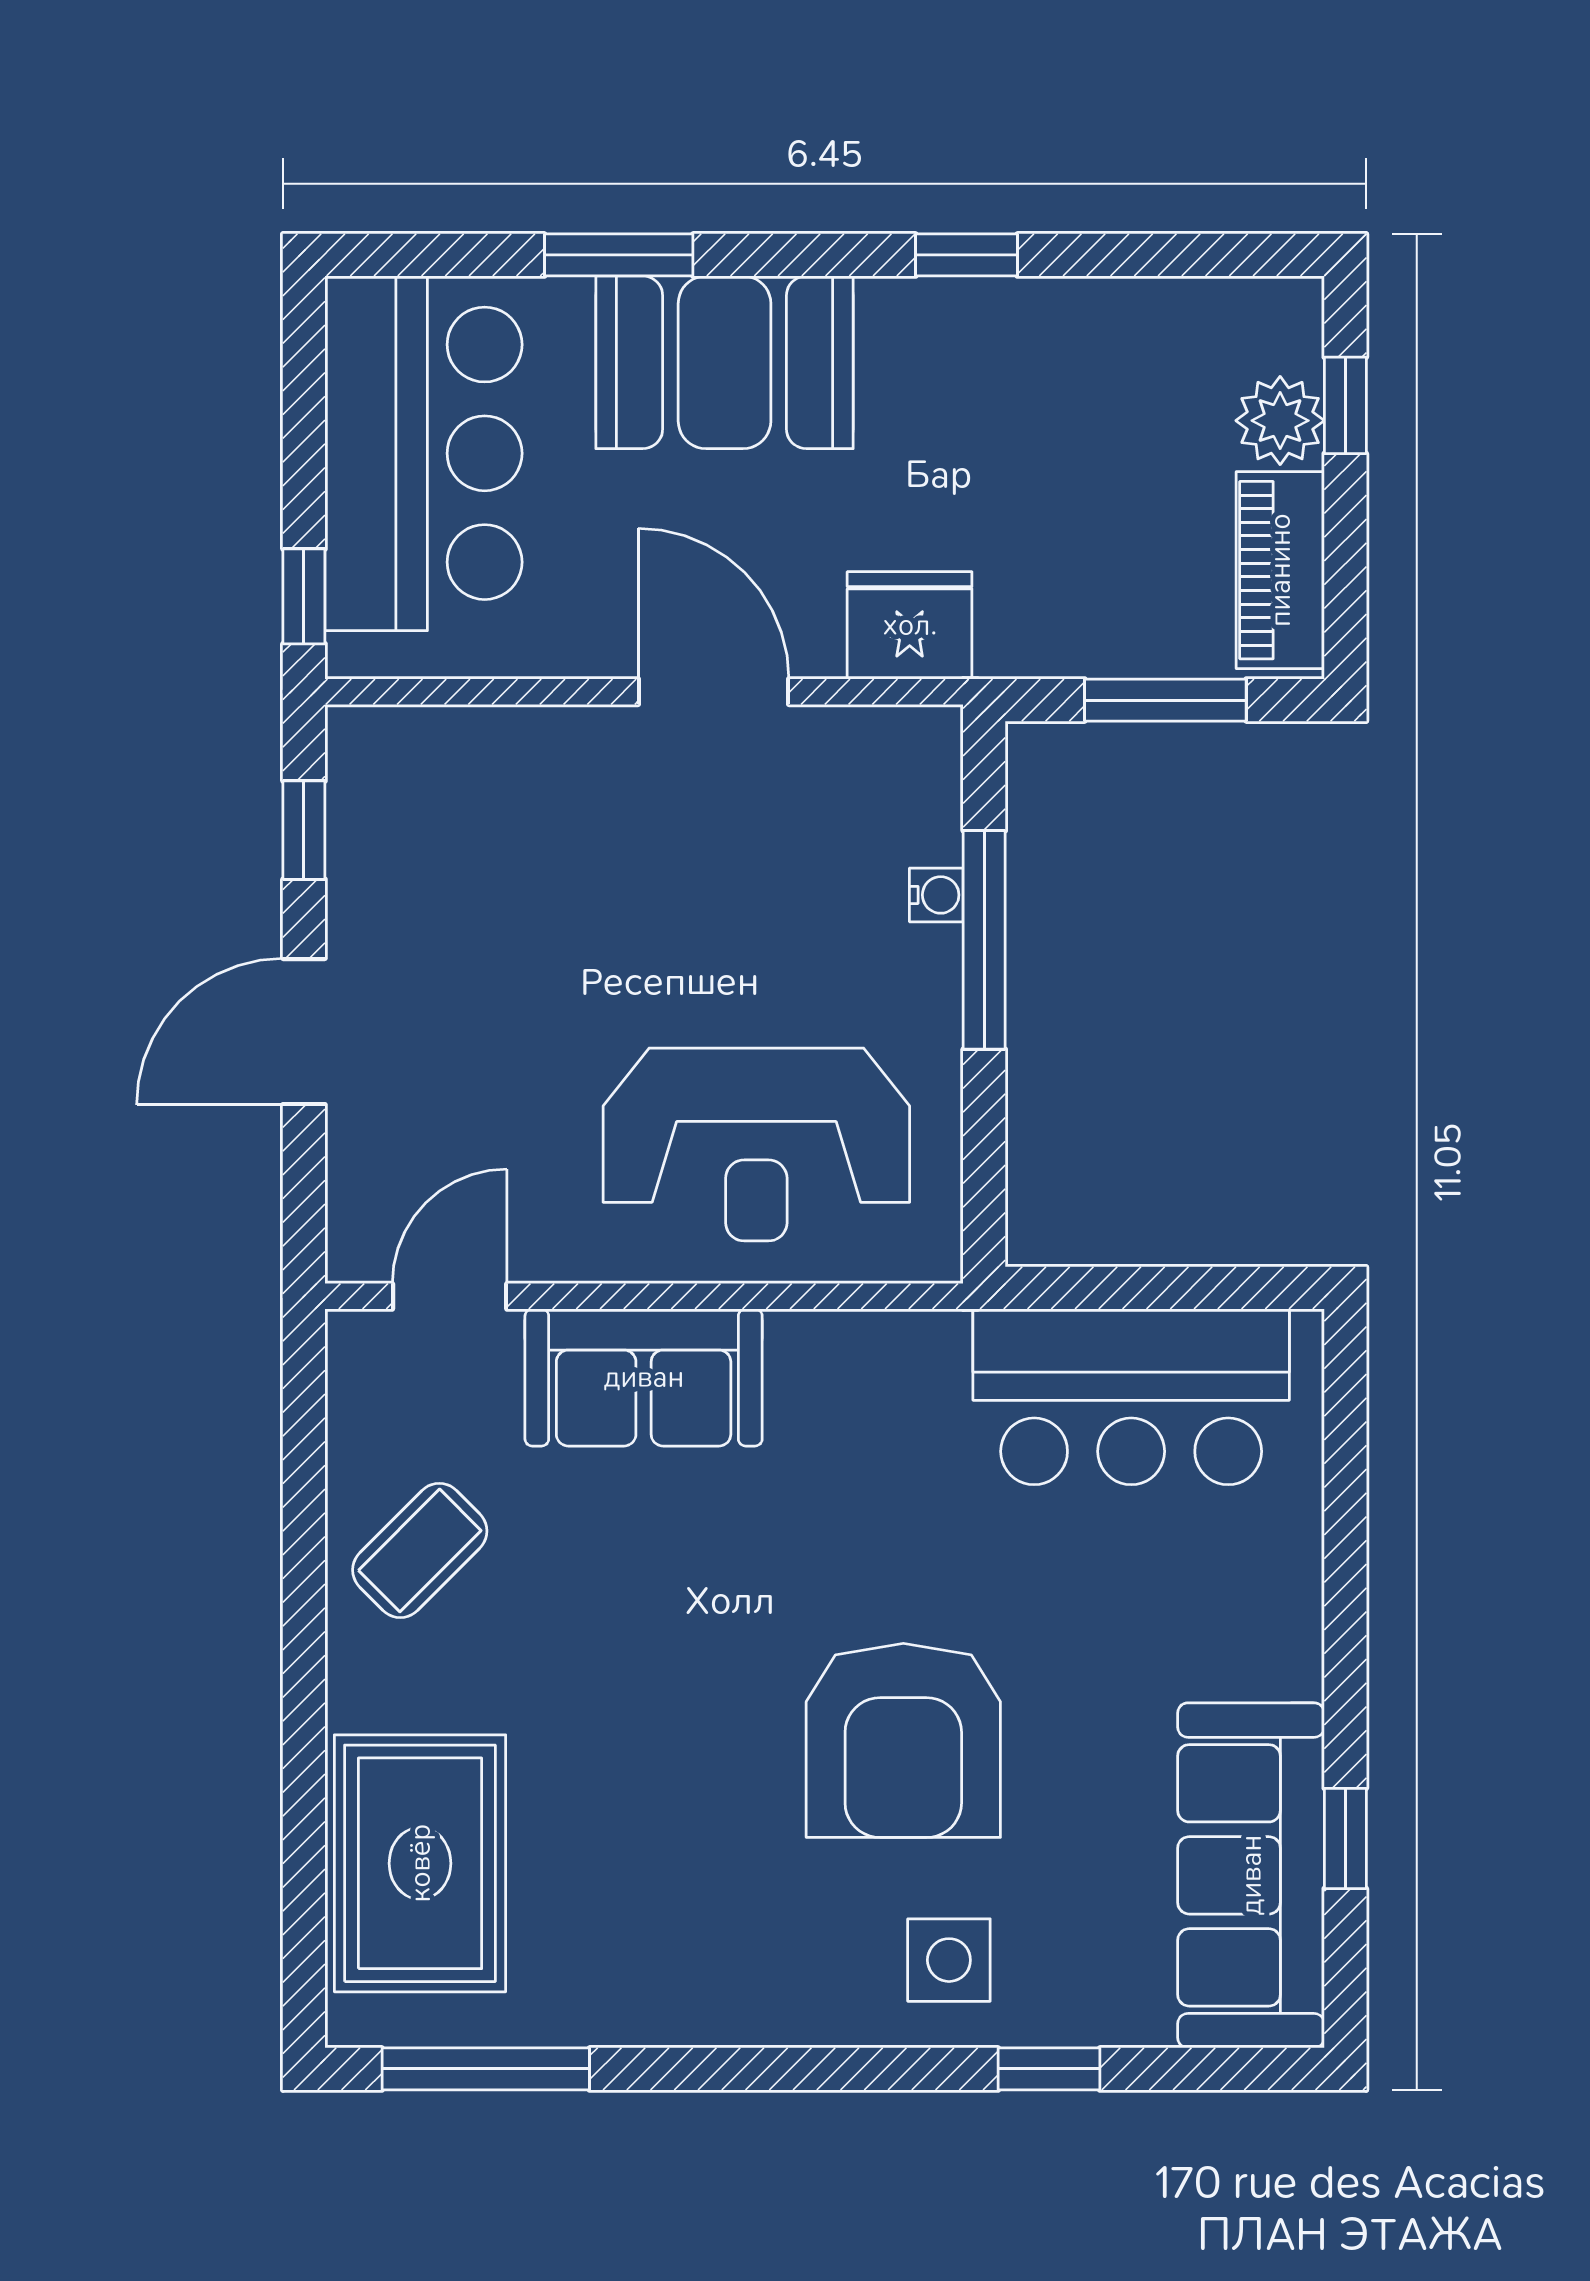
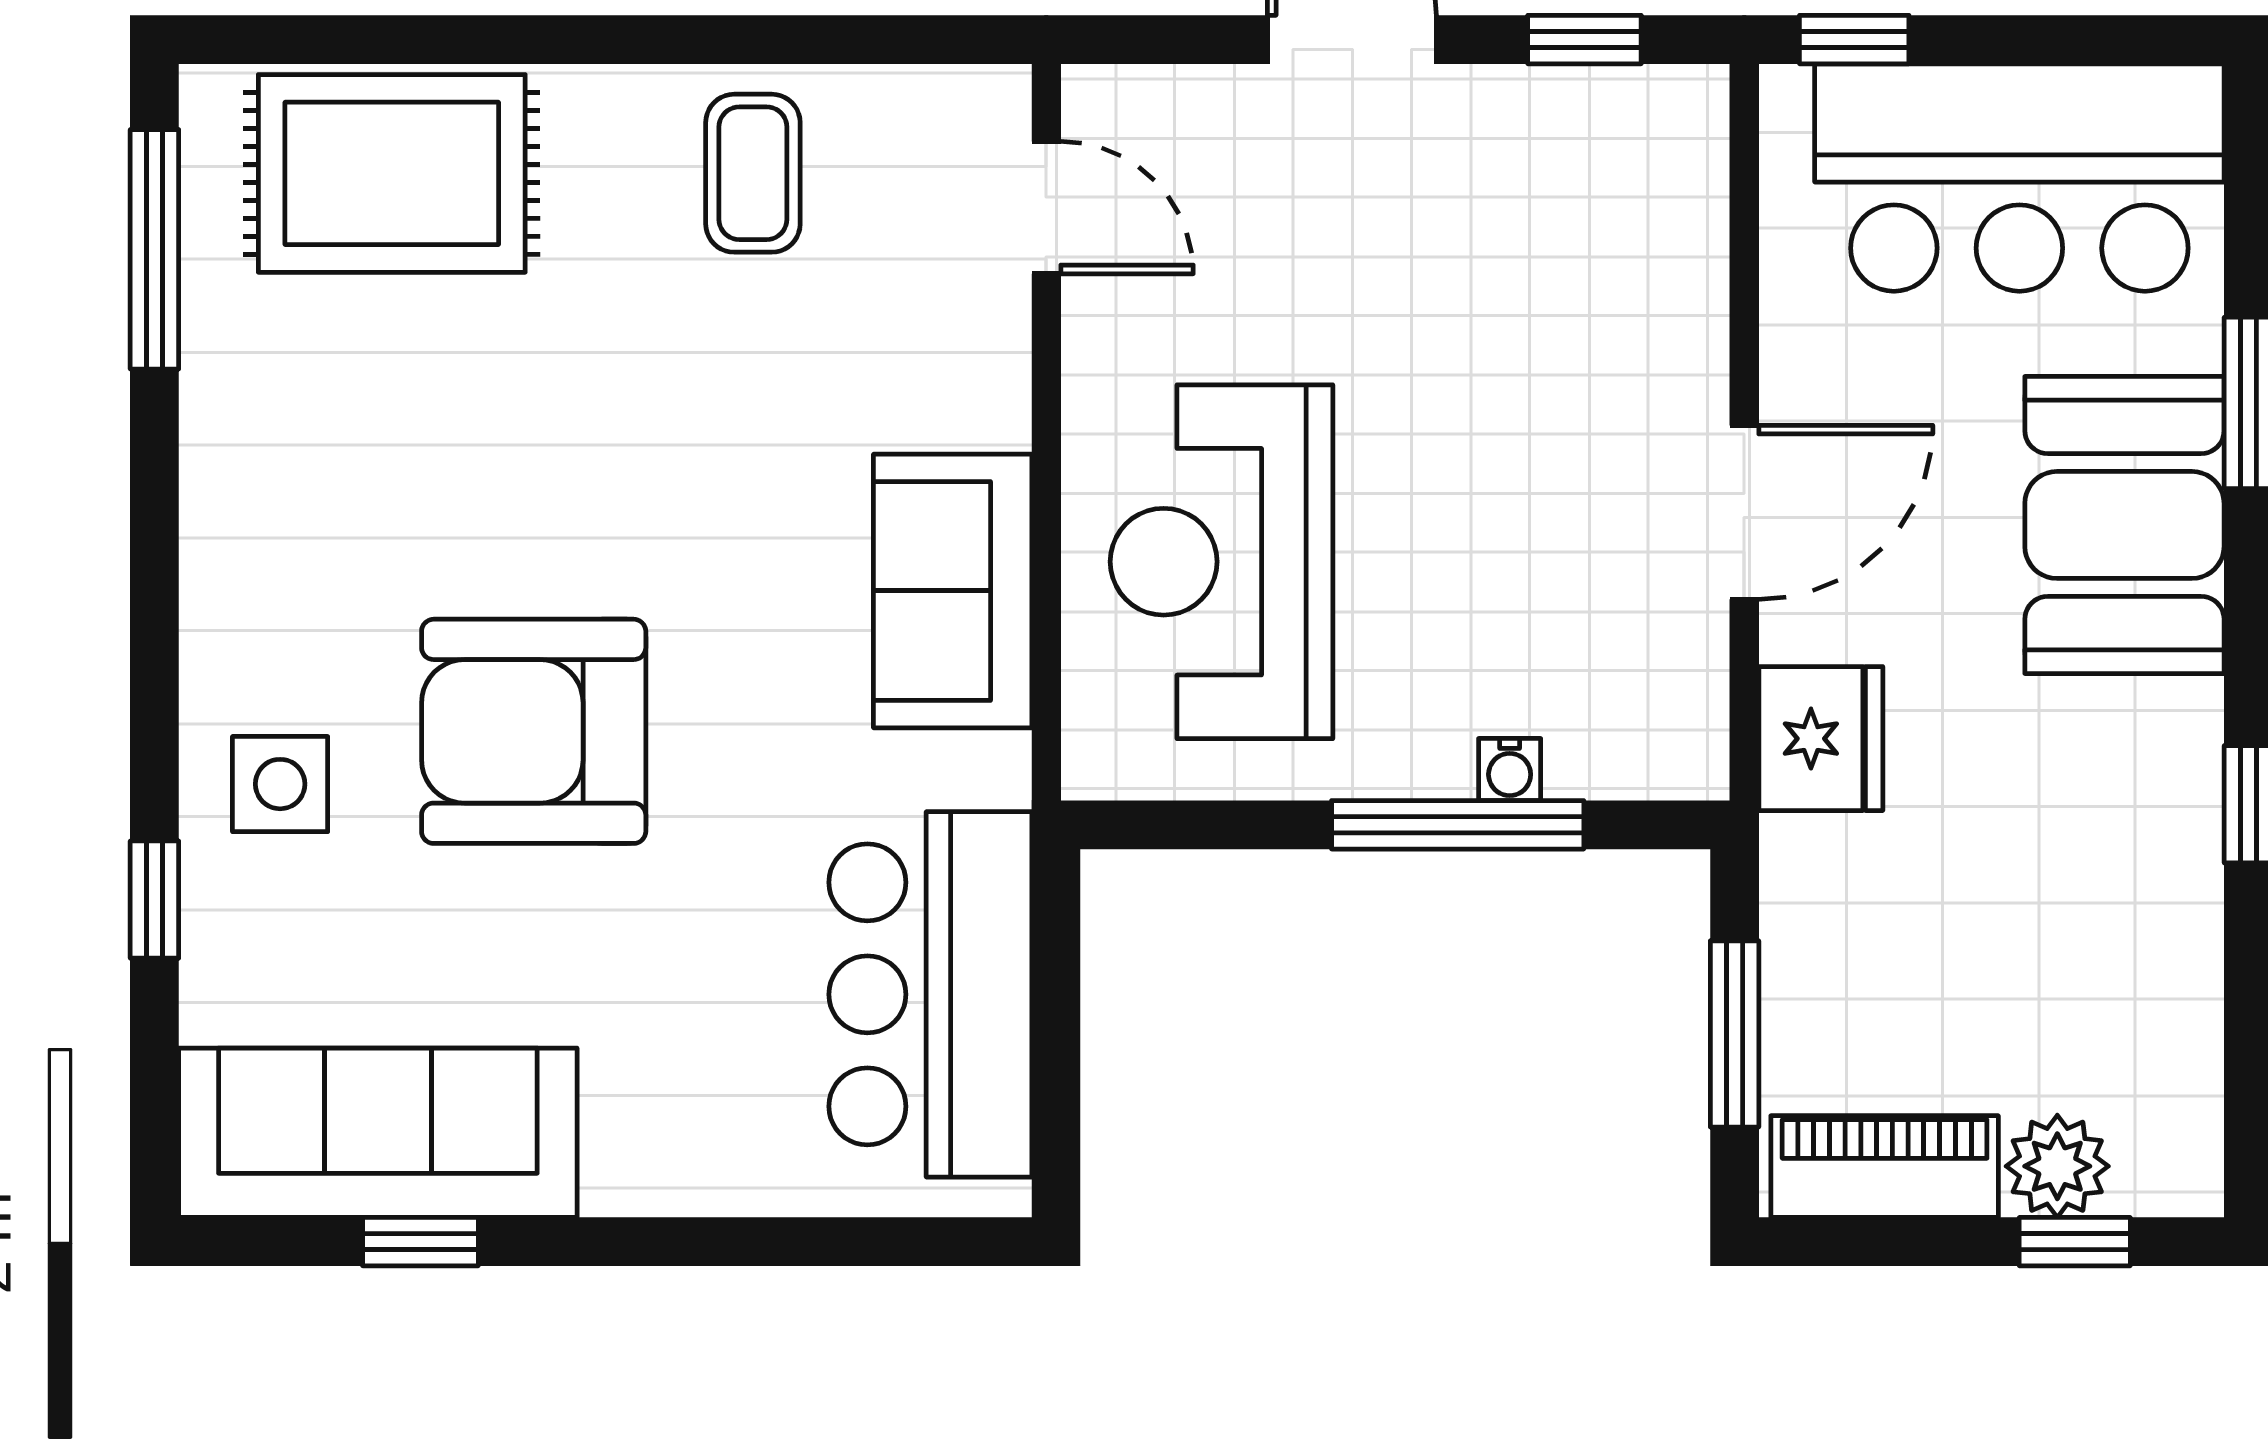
sofa: (644, 1377) -> (953, 591), moved
coffee table: (420, 1550) -> (753, 173), turned 45

